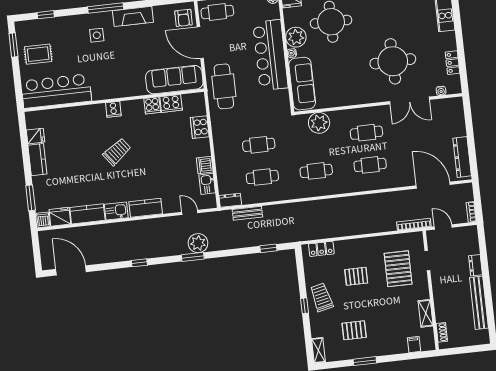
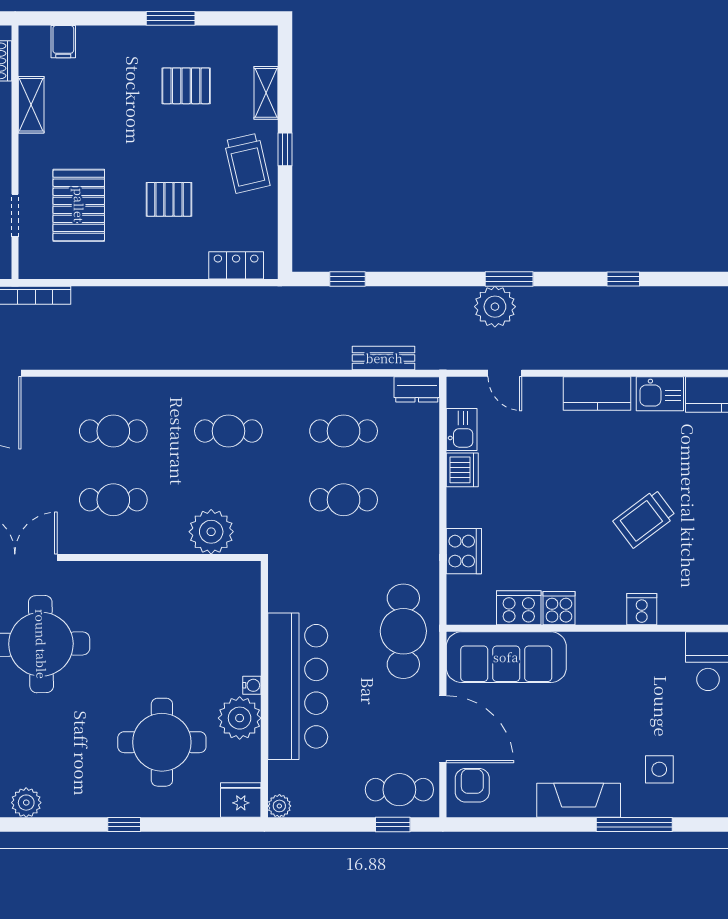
sofa: (302, 84) -> (237, 619), removed
shelving: (318, 350) -> (266, 93), moved

